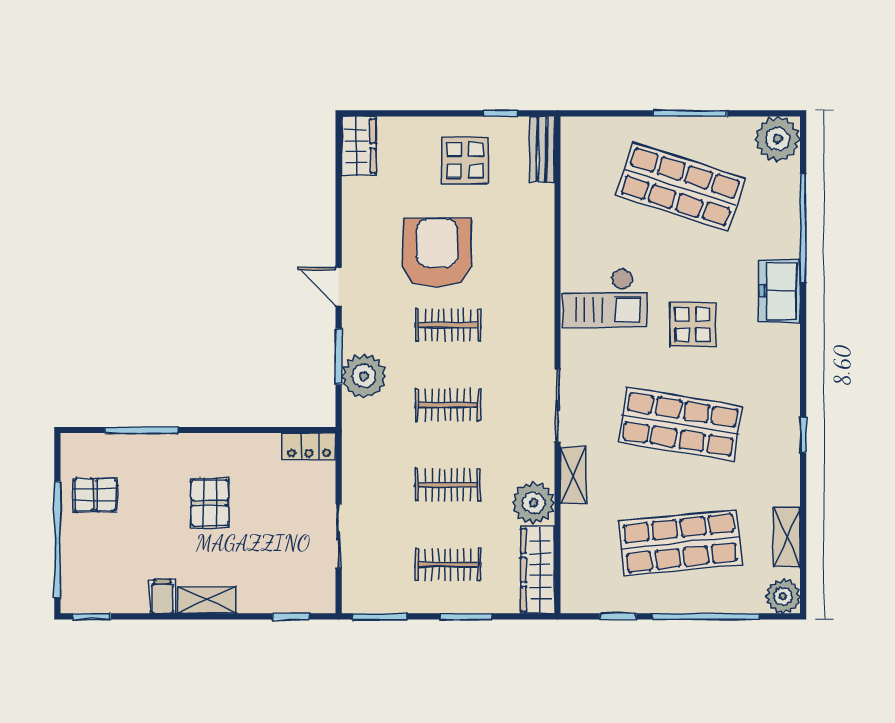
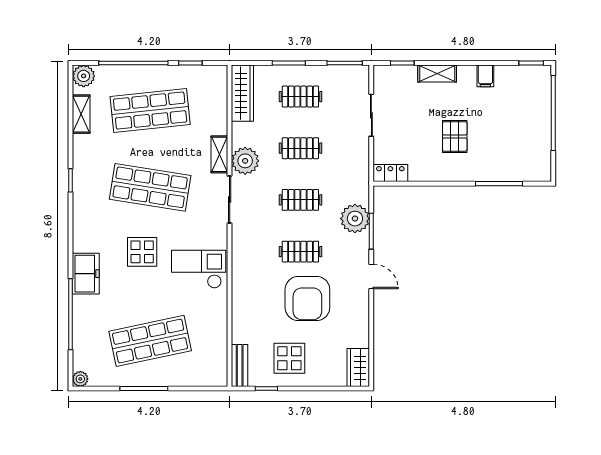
plant: (778, 139) -> (80, 379), width x0.53, depth x0.53
shop shelf: (680, 187) -> (150, 341), turned -30
pallet: (95, 495) -> (529, 142), removed
plant: (533, 503) -> (245, 161), moved
shelving: (207, 600) -> (437, 73), moved

